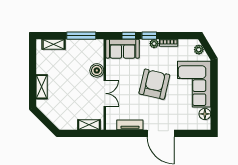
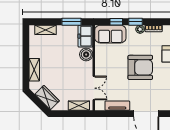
window: (81, 36) -> (72, 22), width x0.69
freezer: (96, 51) -> (85, 36), added
armchair: (154, 84) -> (140, 67), turned 77
double door: (105, 93) -> (94, 88), moved
wardrobe: (55, 116) -> (47, 98), added

